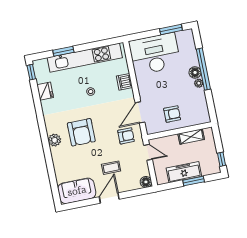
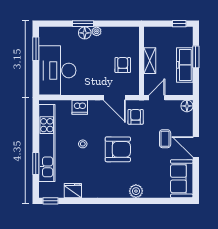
window: (203, 69) -> (83, 24), width x0.47
armchair: (81, 132) -> (118, 149), moved
shelving: (191, 137) -> (150, 61), moved
plant: (54, 140) -> (136, 191), moved

